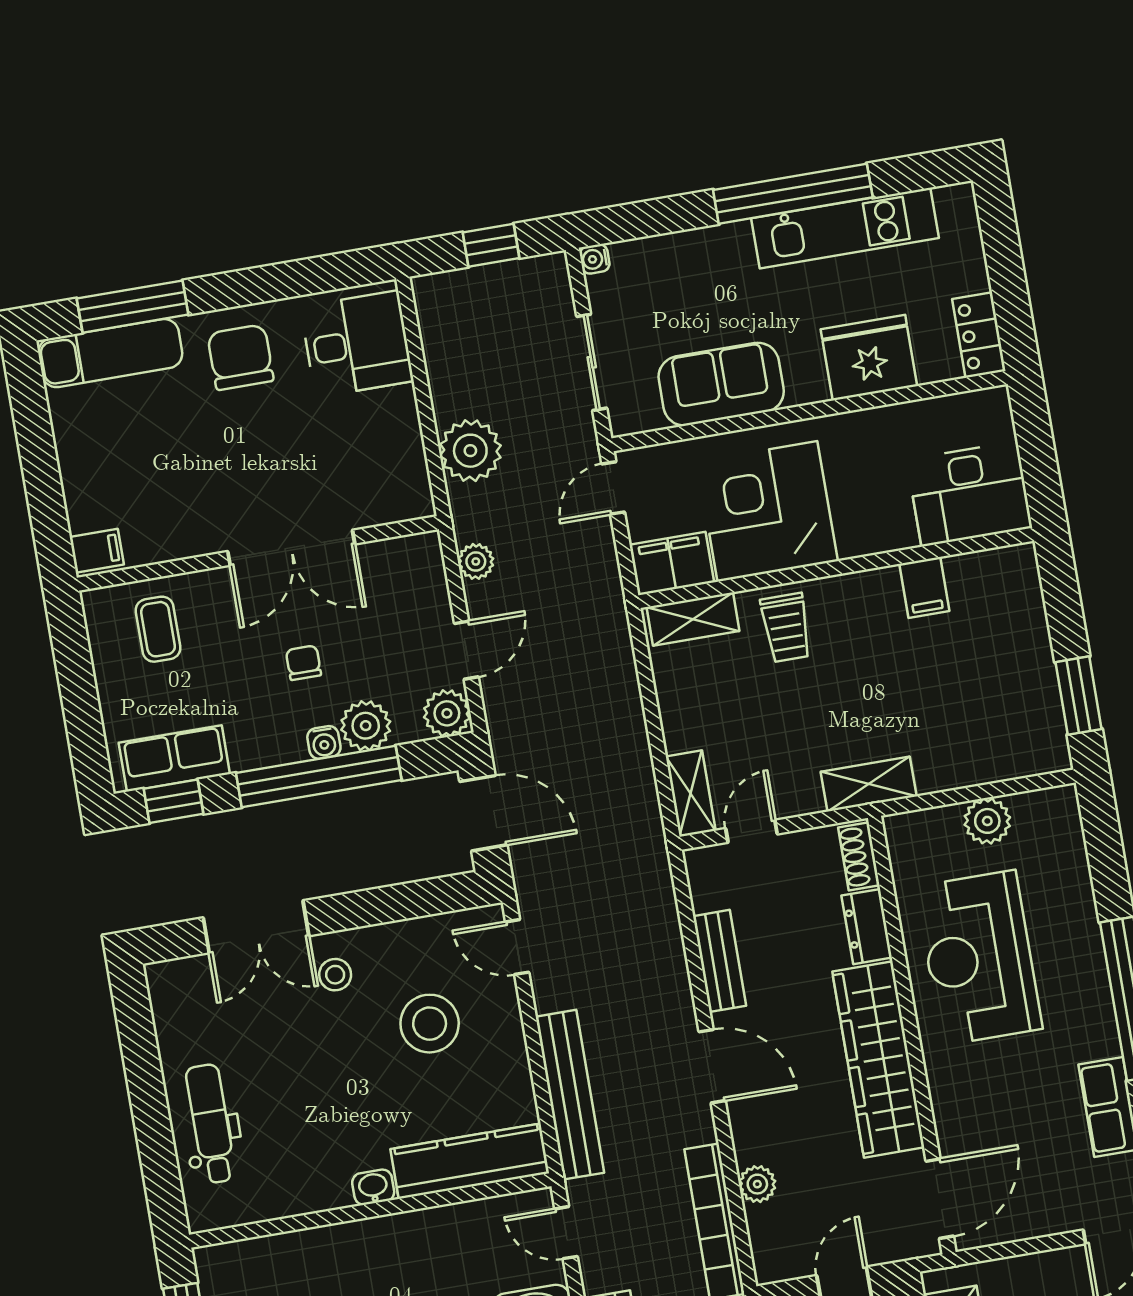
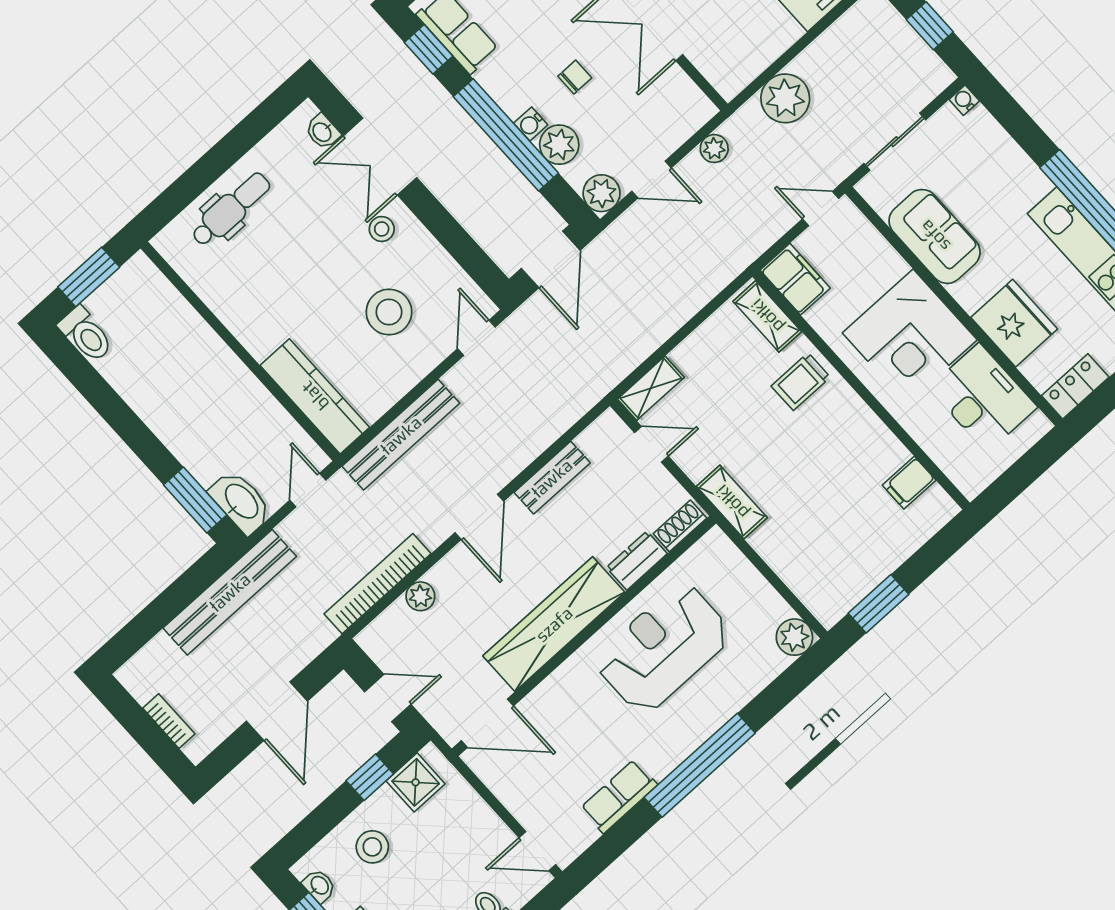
desk: (970, 494) -> (983, 398), moved, turned 180
corner desk: (767, 511) -> (910, 336), moved, turned 180
filing cabinet: (924, 588) -> (909, 483), moved
plant: (987, 821) -> (794, 637), moved
washbasin: (373, 1187) -> (322, 132), moved, turned 180

